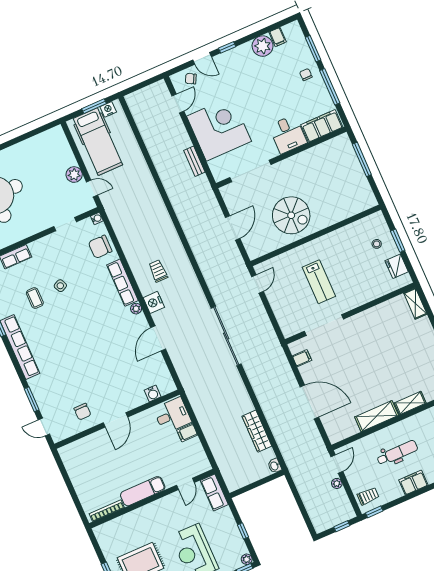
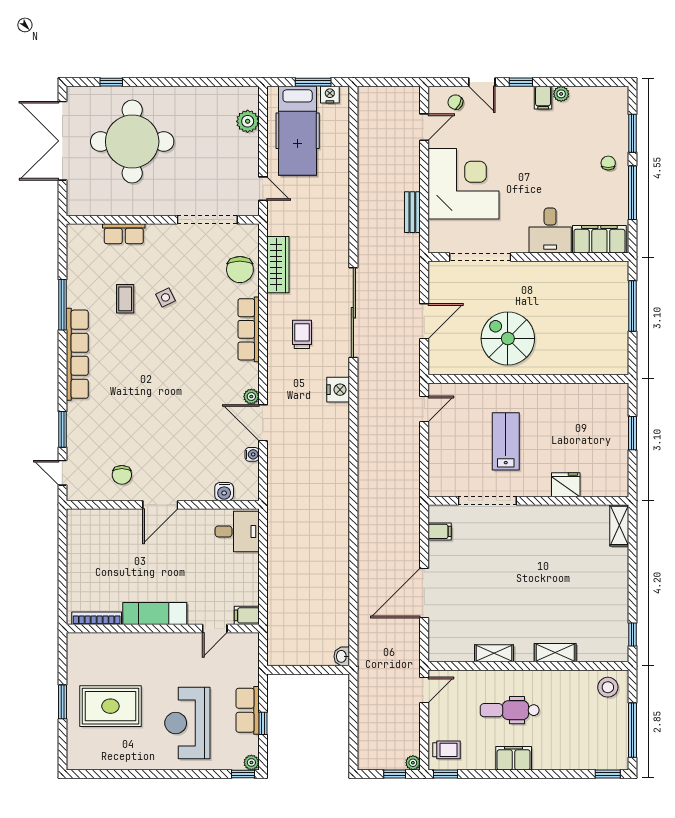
filing cabinet: (278, 37) -> (543, 98), moved
plant: (263, 46) -> (561, 94), width x0.53, depth x0.53
plant: (74, 175) -> (248, 121), moved
spiral stairs: (291, 215) -> (508, 339), turned 180
water cooler: (97, 218) -> (252, 454), moved
doorway: (65, 224) -> (207, 220), width x1.87
stool: (377, 244) -> (603, 425), removed
chair: (100, 247) -> (240, 270), turned -90
fridge: (397, 266) -> (566, 485), moved, turned 90
lab bench: (319, 282) -> (506, 441), turned 180
nightstand: (154, 302) -> (338, 390), moved, turned 180
plant: (136, 309) -> (251, 397), moved
sliding door: (226, 336) -> (353, 313), moved
door: (158, 338) -> (263, 423), hinge flipped
door: (309, 402) -> (424, 593), swing flipped
shelving: (377, 416) -> (494, 653), width x0.67, depth x0.75
wardrobe: (257, 431) -> (278, 265), moved, turned 180
filing cabinet: (187, 433) -> (247, 615), moved
dental chair: (397, 453) -> (510, 710), turned 180
plant: (337, 483) -> (413, 763), moved
row of seats: (214, 493) -> (248, 710), moved

